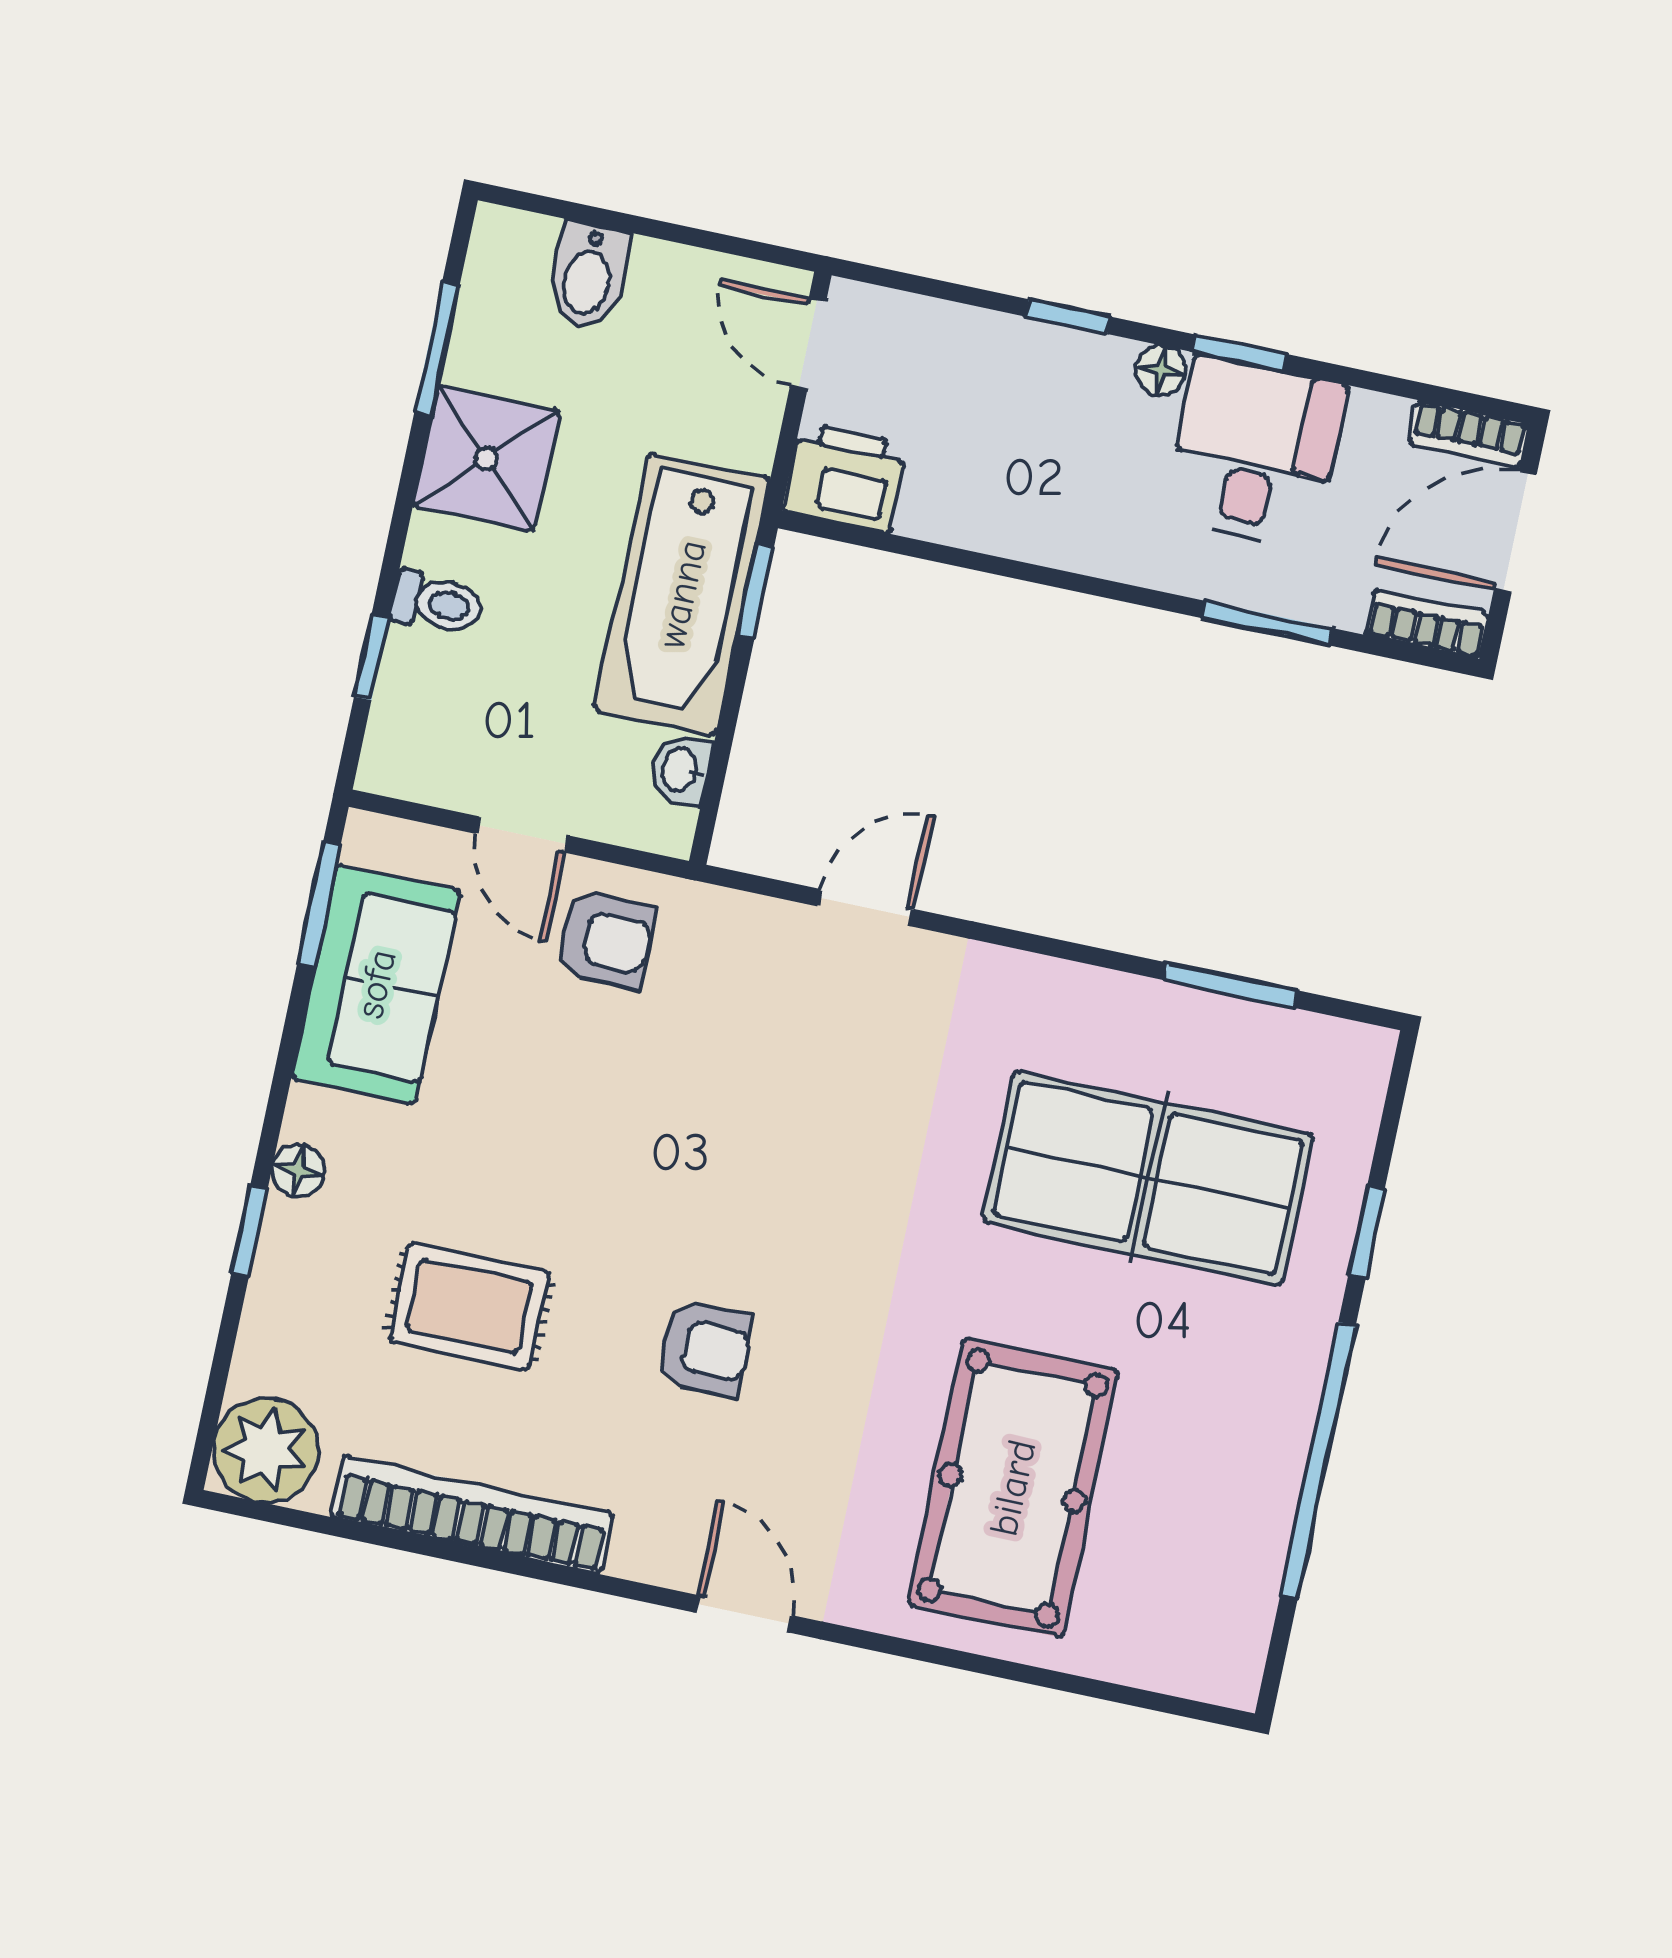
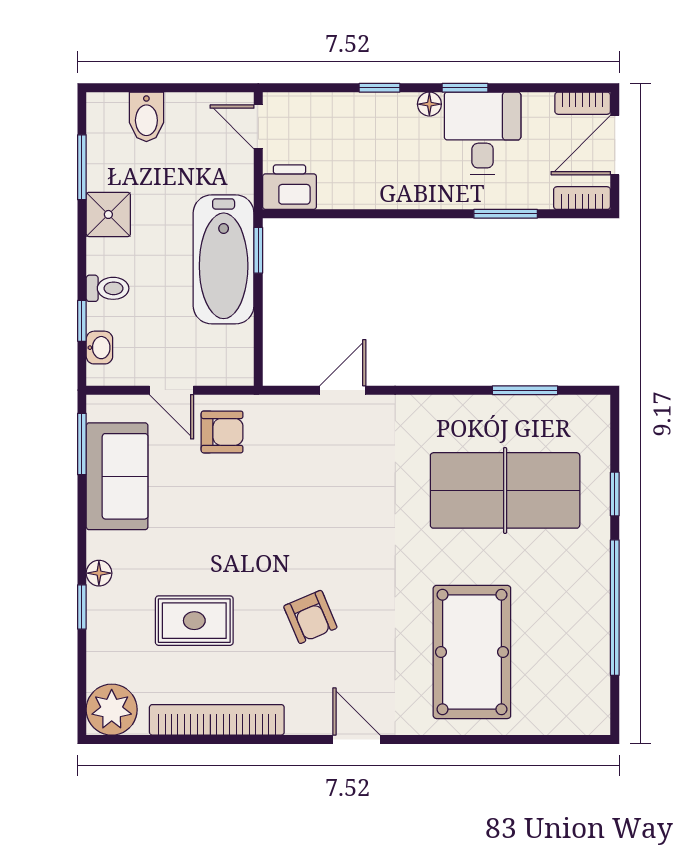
shower: (486, 459) -> (108, 214), width x0.73, depth x0.73
washbasin: (681, 770) -> (99, 348), moved, turned 180
armchair: (704, 1349) -> (310, 617), turned 67

